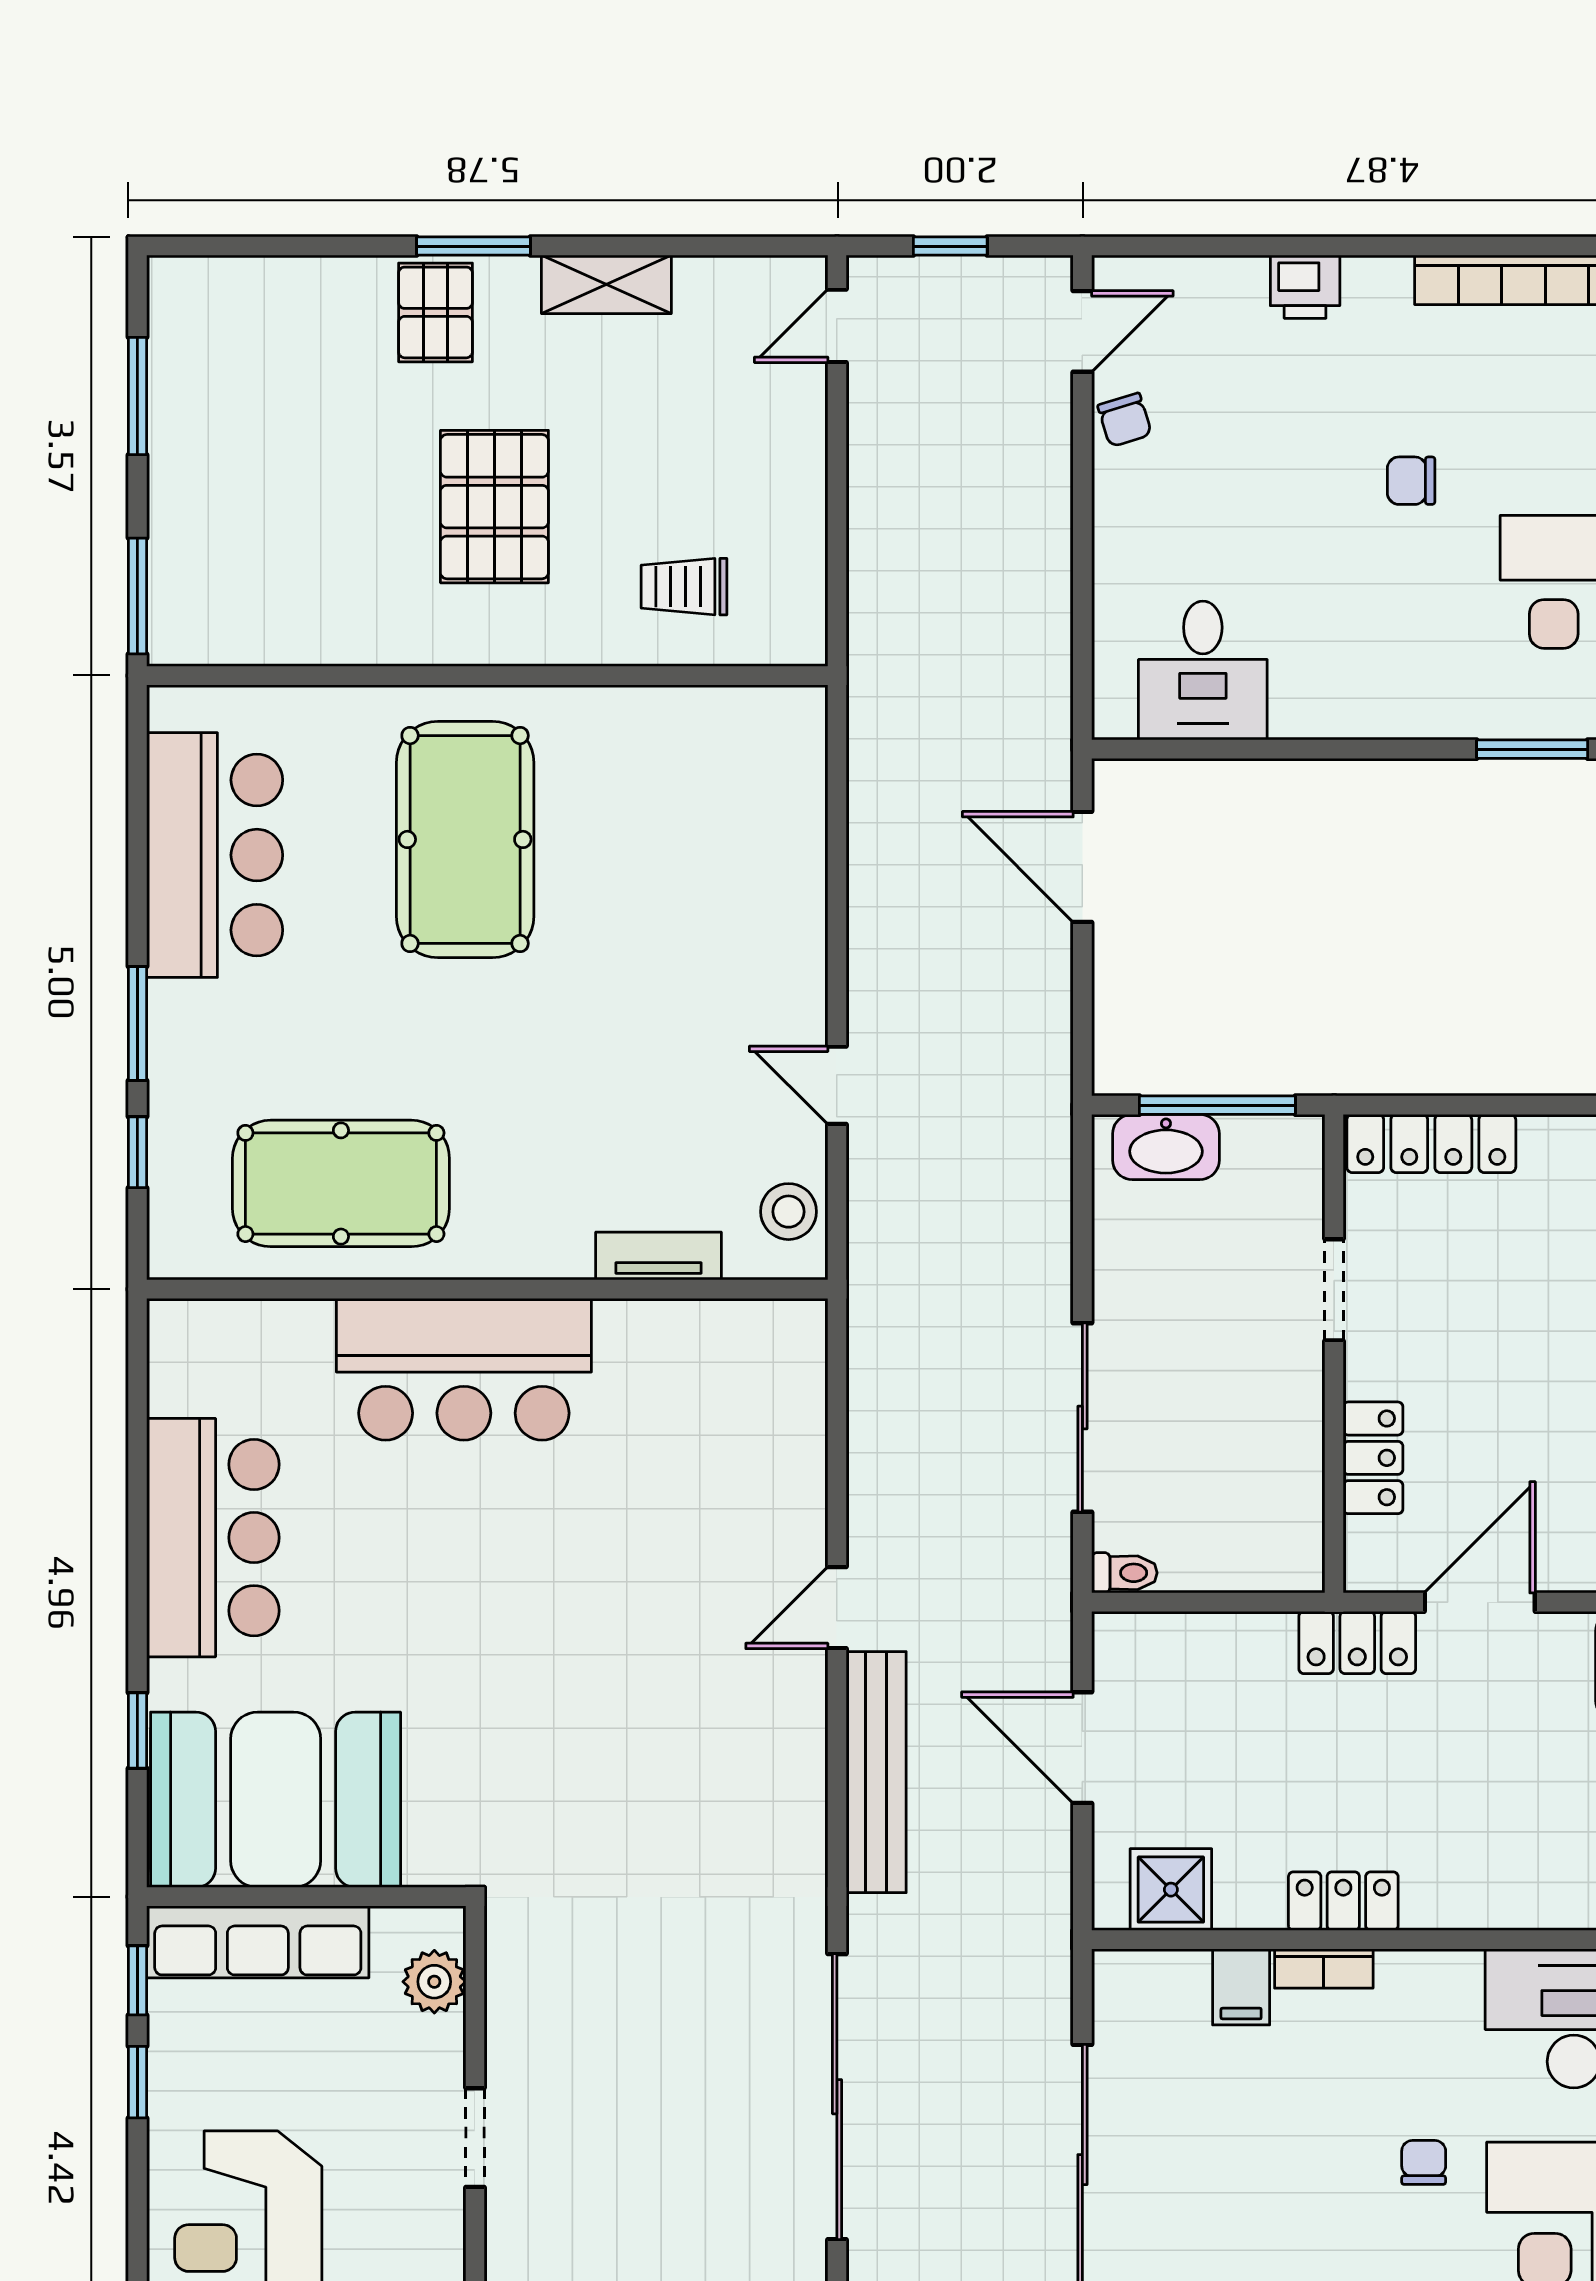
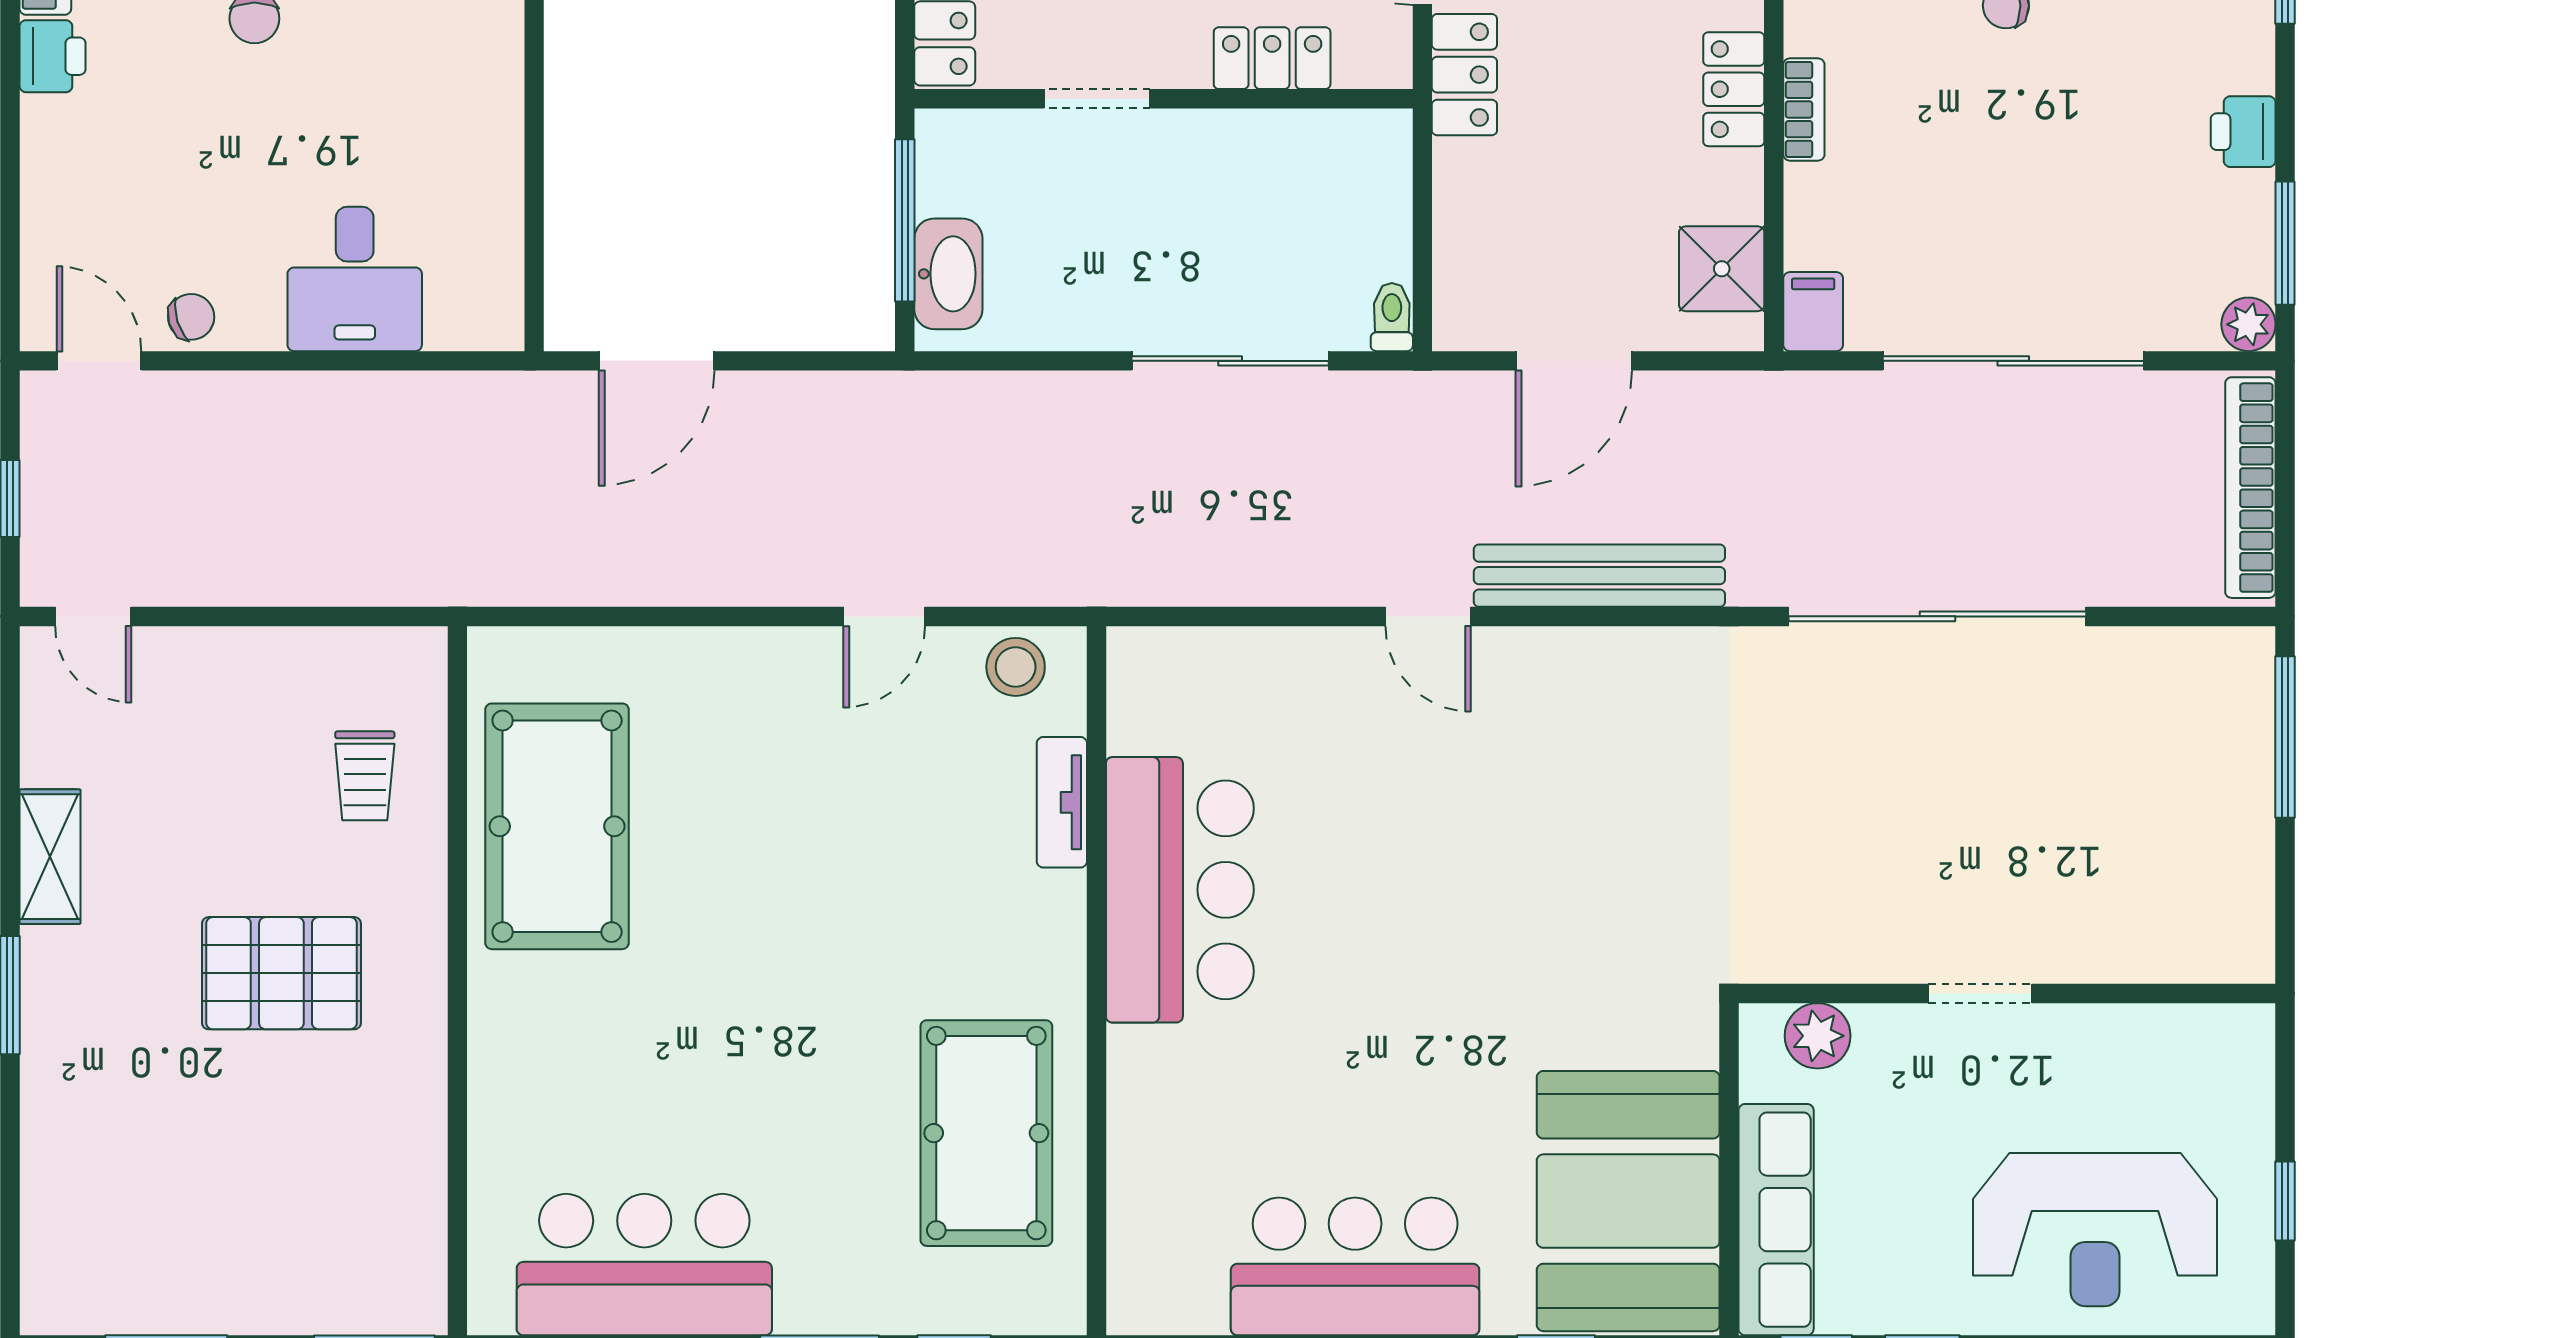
printer: (1305, 287) -> (53, 56), moved
pallet: (435, 312) -> (79, 1035), removed
desk: (1203, 671) -> (355, 279), moved, turned 90
pool table: (465, 839) -> (557, 826), moved, turned 90
bar counter: (464, 1369) -> (1180, 890), moved
filing cabinet: (1241, 1987) -> (1813, 312), moved, turned -90

